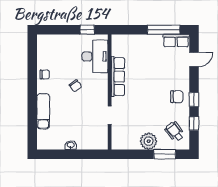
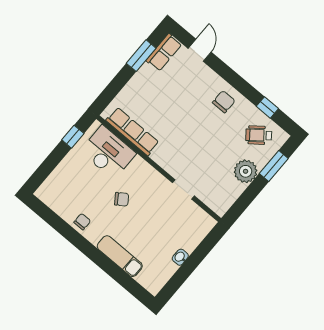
window: (164, 30) -> (141, 56), width x0.69
row of seats: (118, 77) -> (132, 131), moved
window: (194, 100) -> (242, 86), removed

